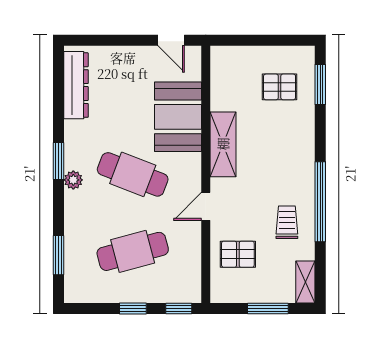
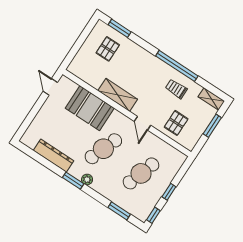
door: (171, 40) -> (50, 87), swing flipped
dresser: (76, 85) -> (54, 156), moved
cafe table: (133, 251) -> (141, 173), turned 33
window: (179, 309) -> (153, 215), moved

